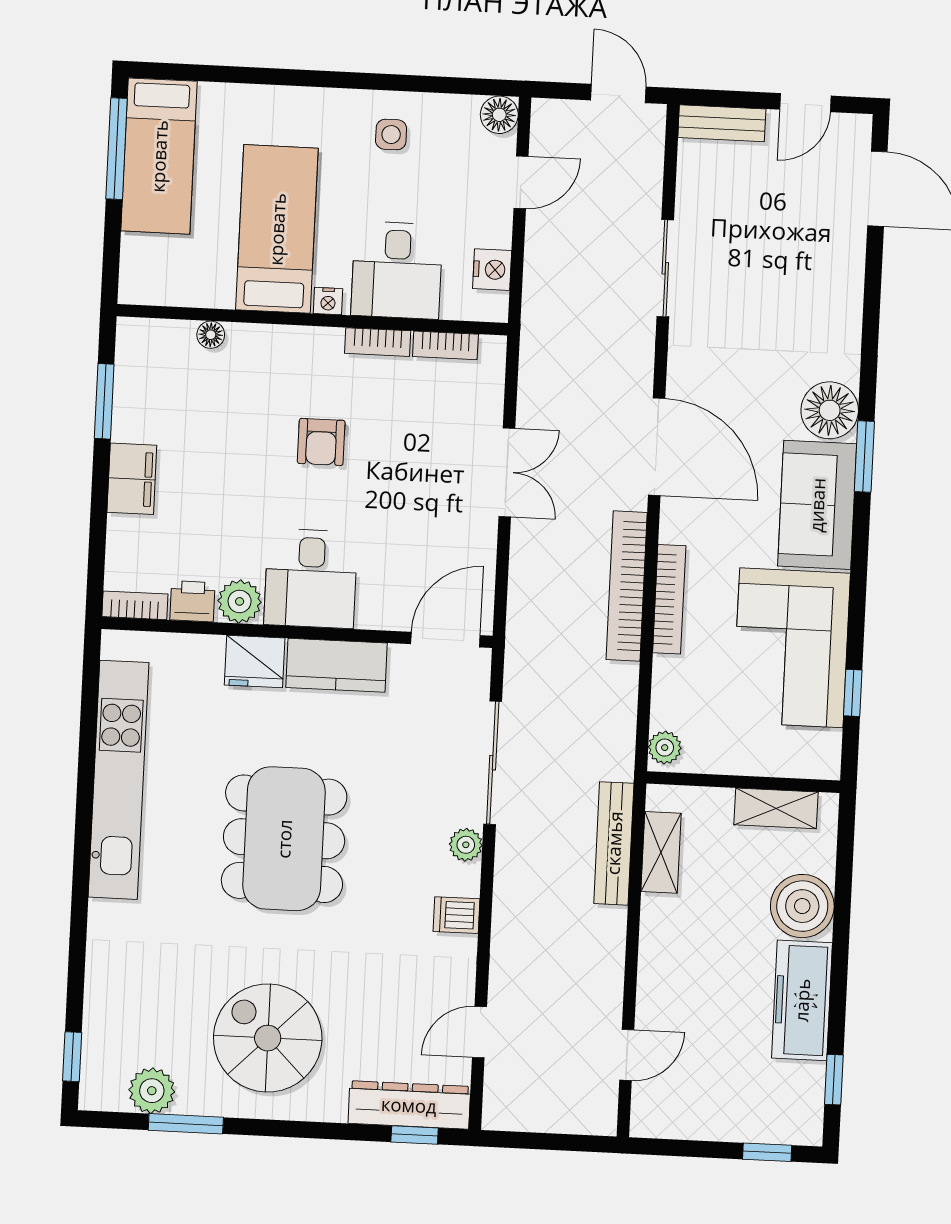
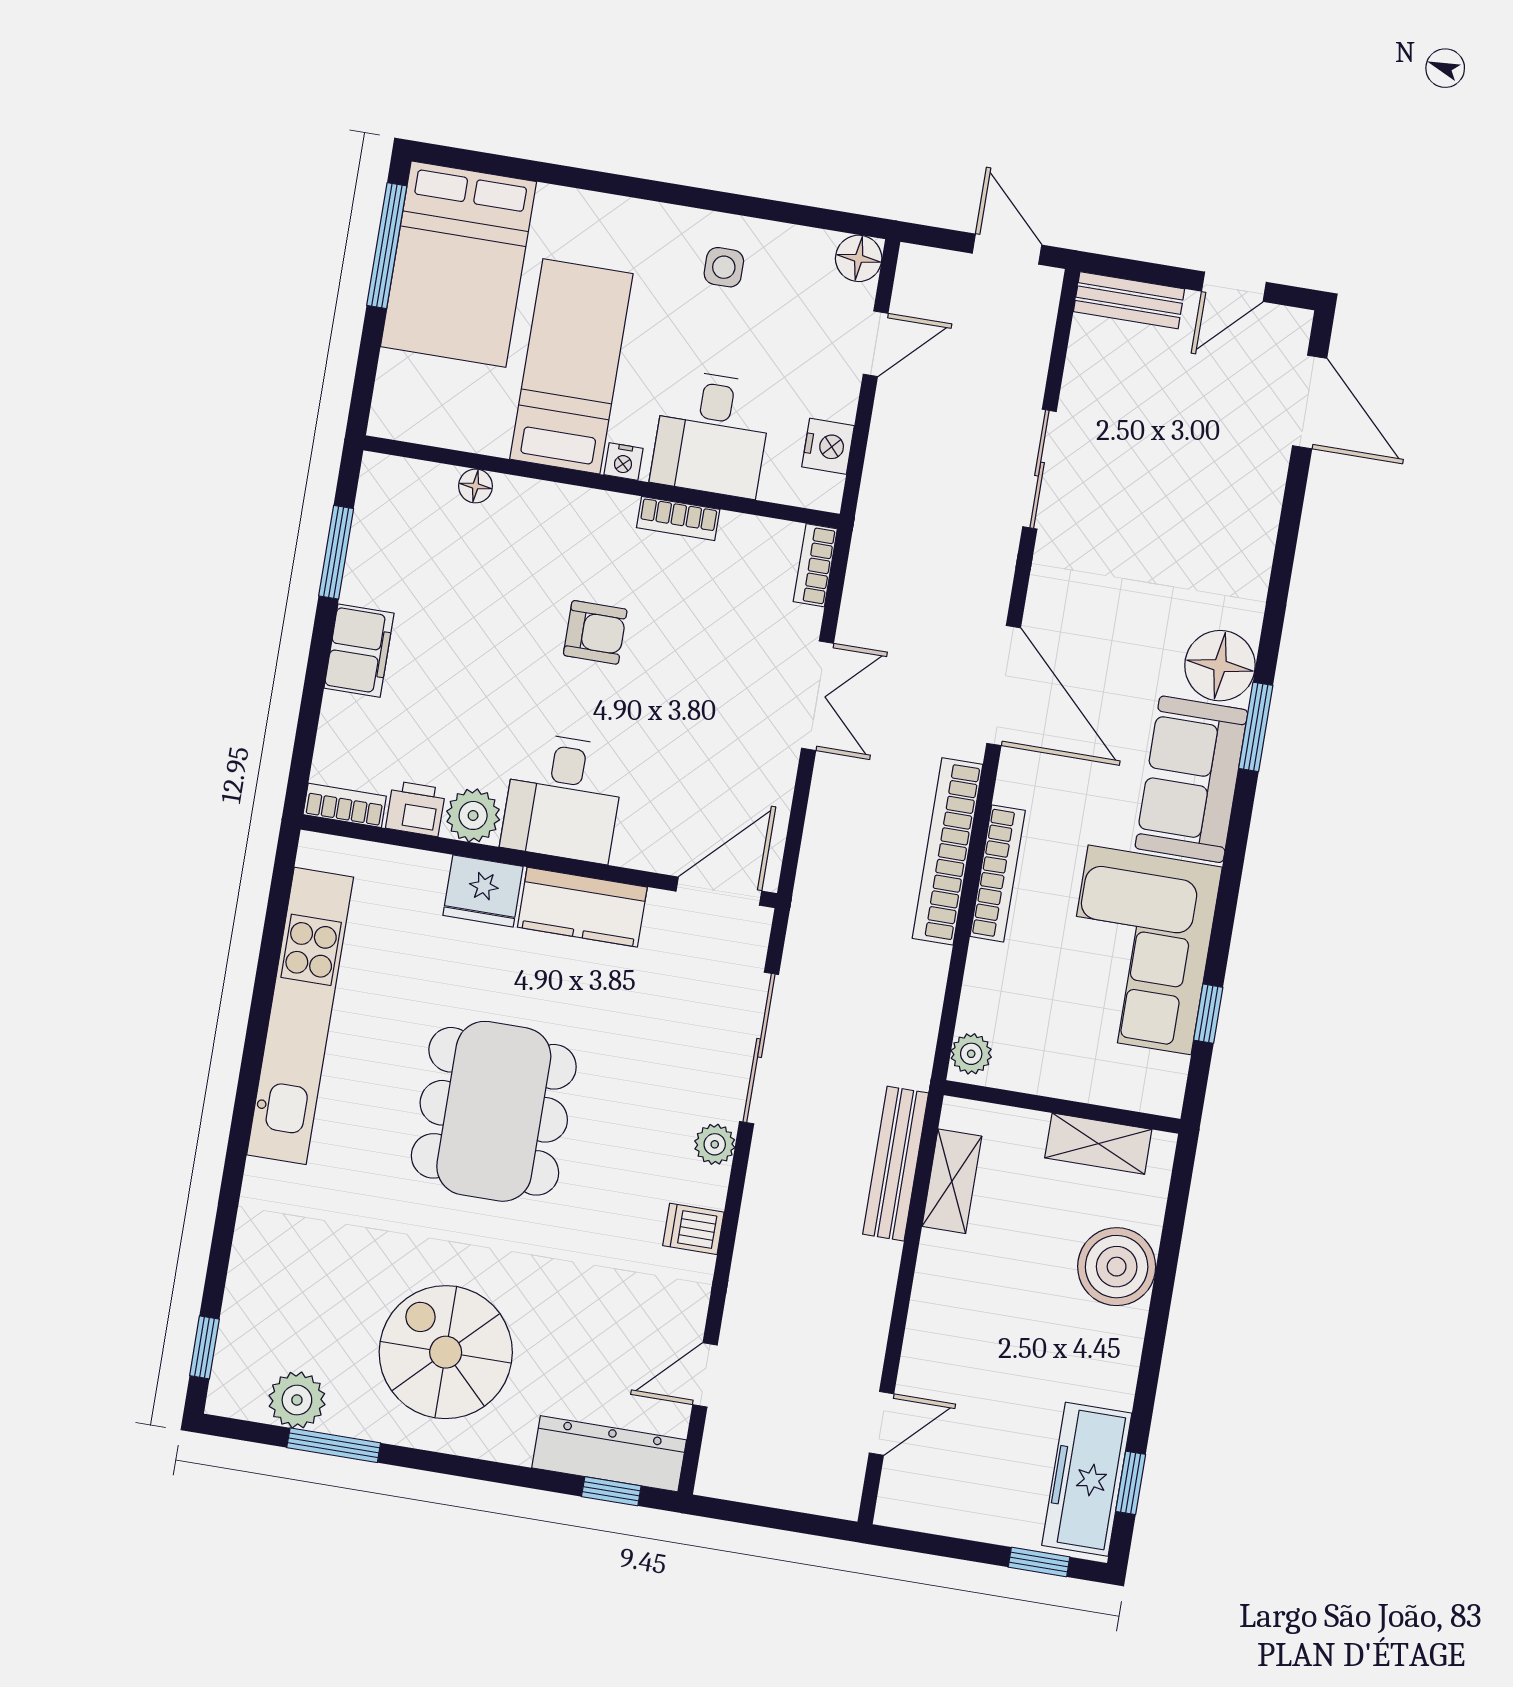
bed: (159, 156) -> (458, 264), width x1.50
bookcase: (445, 345) -> (815, 565), moved, turned 90
armchair: (321, 442) -> (595, 632), turned -90
freezer: (802, 1000) -> (1087, 1479), moved

